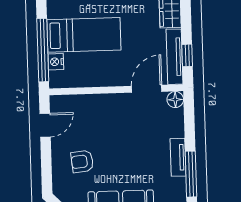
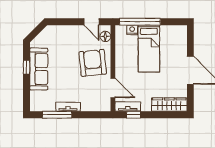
tv unit: (175, 57) -> (128, 107), width x0.71
floor lamp: (175, 100) -> (105, 36), moved
armchair: (82, 161) -> (93, 63), moved, width x1.88, depth x1.88

